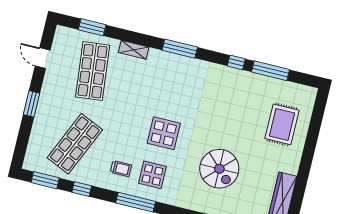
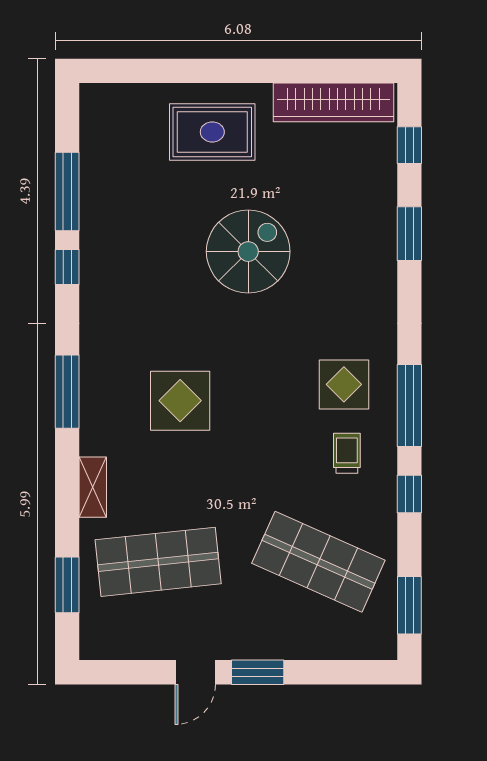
door: (43, 58) -> (195, 672), moved
rug: (282, 124) -> (212, 132), moved
display table: (164, 133) -> (180, 401), moved
spiral stairs: (219, 169) -> (248, 252), moved
window: (82, 189) -> (409, 494), moved

